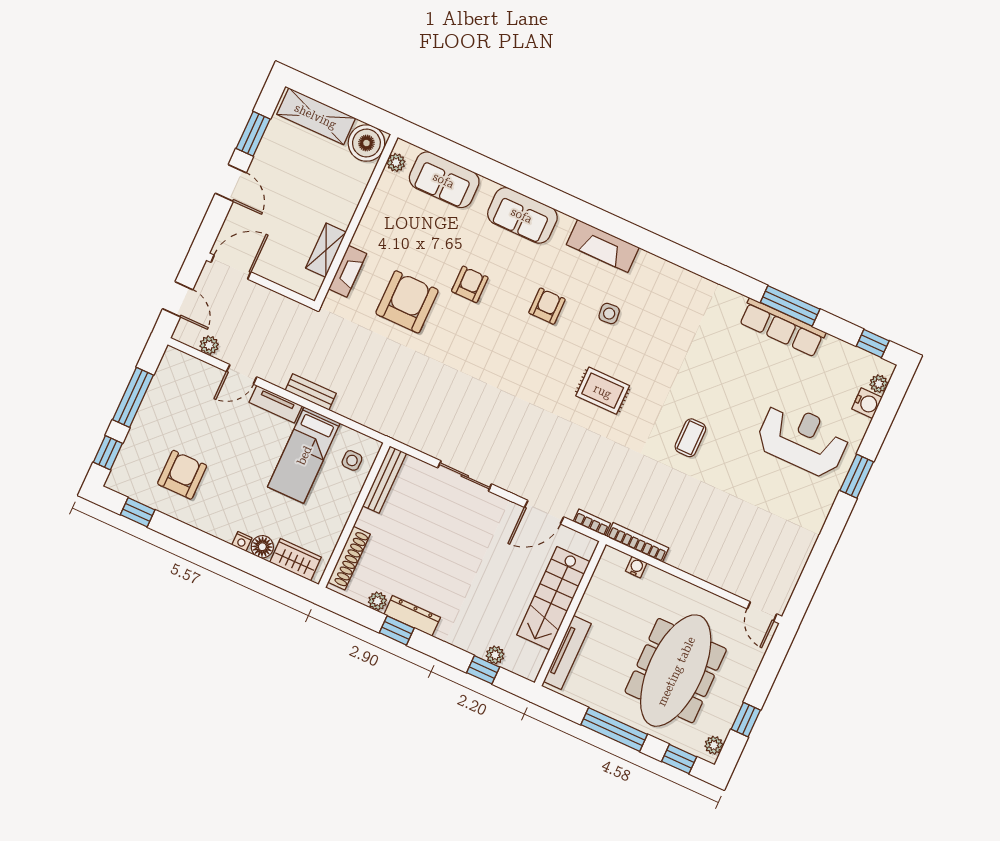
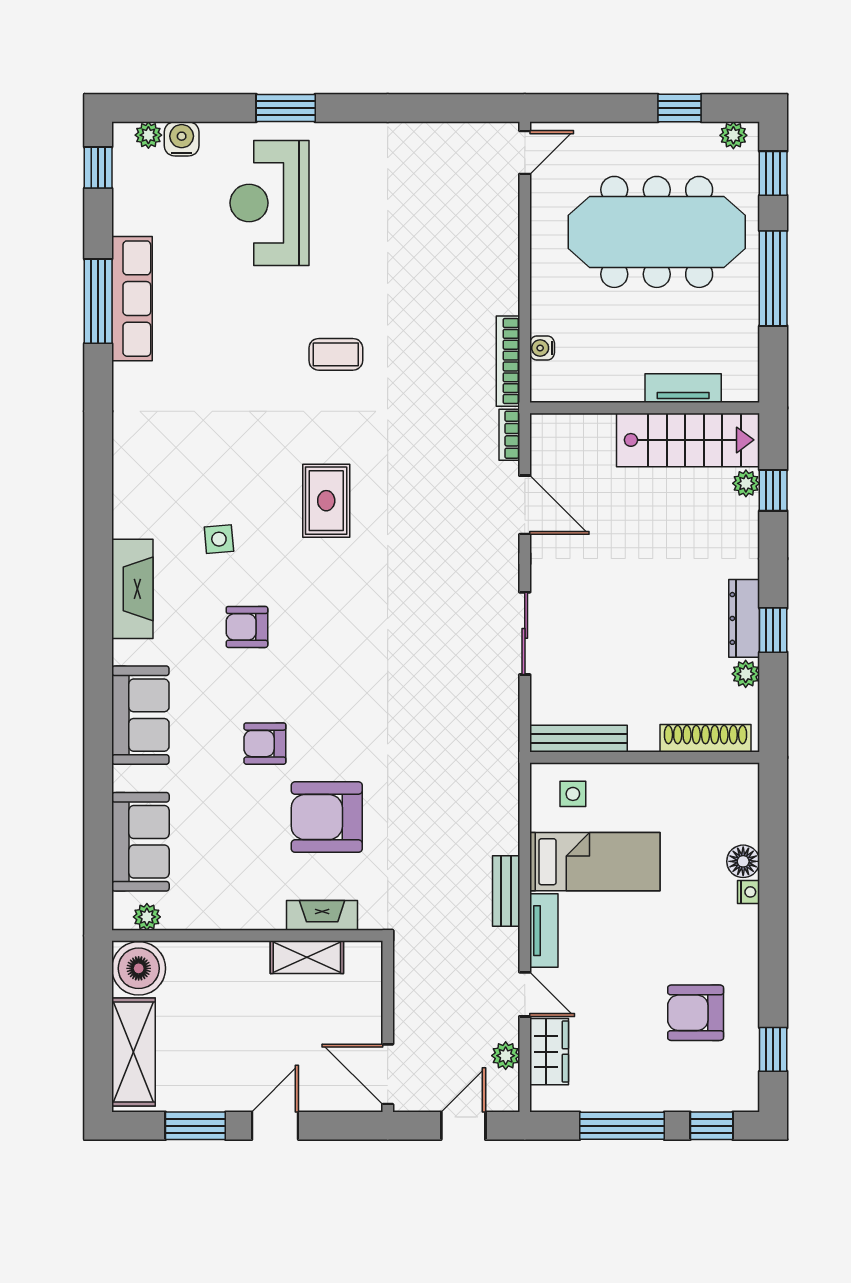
wardrobe: (296, 560) -> (549, 1052), moved, turned 180
stairs: (553, 598) -> (688, 440), moved
tv unit: (567, 652) -> (683, 388), width x0.71

